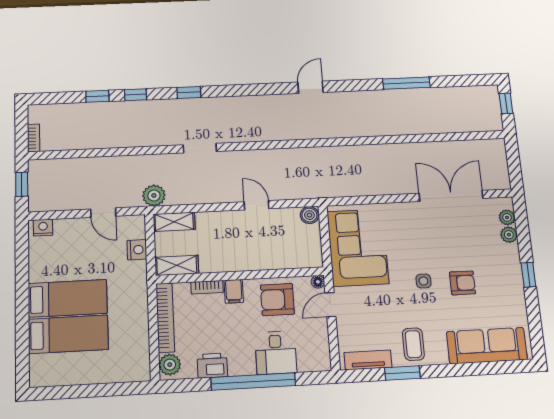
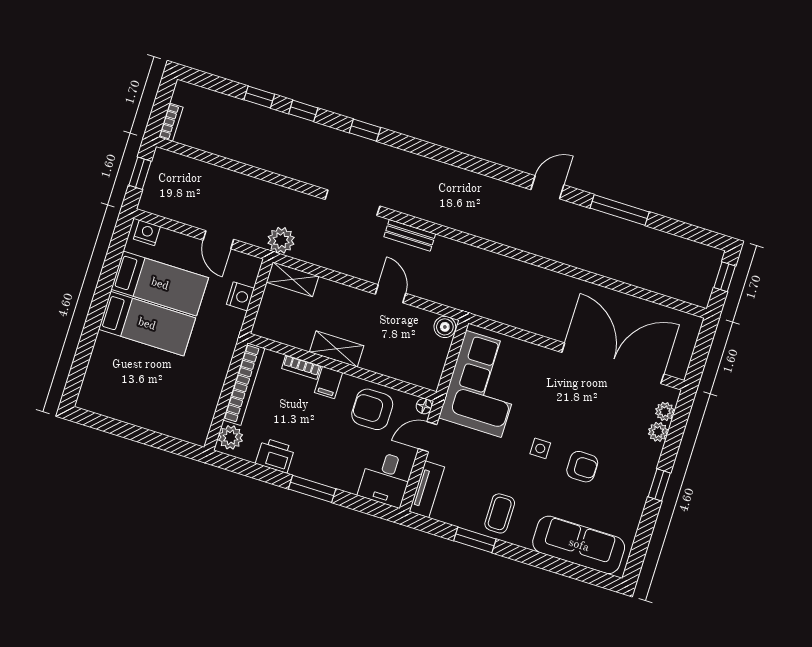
door: (310, 87) -> (547, 187), moved
doorway: (200, 148) -> (352, 203), width x1.38
bench: (254, 157) -> (410, 235), added
double door: (451, 196) -> (613, 363), width x1.36
shelving: (177, 265) -> (337, 349), moved
bed: (68, 334) -> (160, 284), moved
desk: (276, 353) -> (386, 479), moved
tv unit: (368, 360) -> (427, 489), moved, turned 90
window: (253, 381) -> (312, 489), width x0.47

